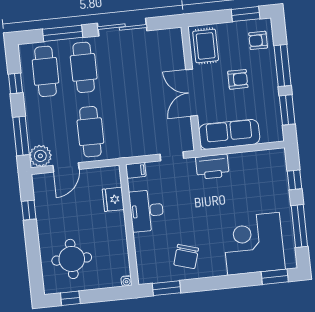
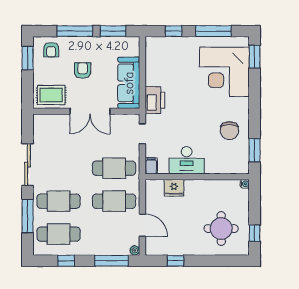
cafe table: (129, 128) -> (114, 168), added
plant: (40, 156) -> (135, 250), width x0.53, depth x0.53
chair: (186, 257) -> (229, 131), turned 73

